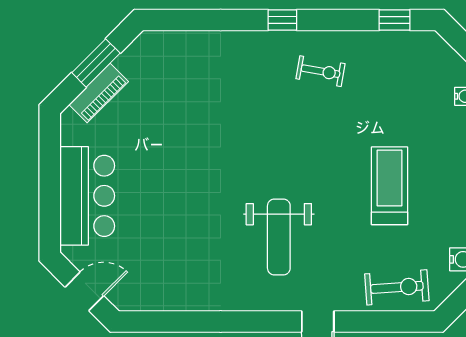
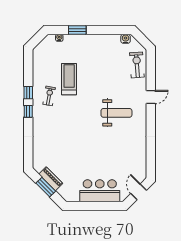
window: (395, 20) -> (28, 93), moved
piano: (99, 93) -> (51, 179), moved
treadmill: (389, 186) -> (69, 79), moved, turned 90

